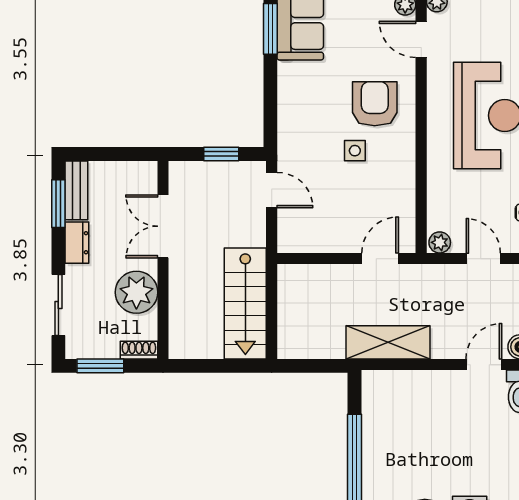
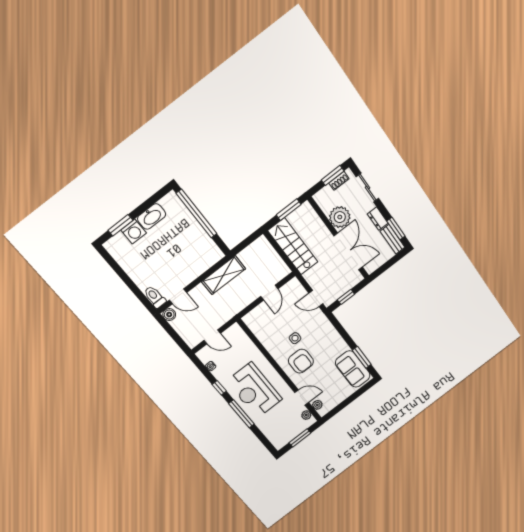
double door: (163, 226) -> (348, 251), width x1.37
plant: (440, 242) -> (234, 330), removed
door: (380, 259) -> (269, 293), moved
shoe rack: (139, 350) -> (339, 181), moved
door: (484, 365) -> (178, 296), hinge flipped
window: (209, 366) -> (289, 210), added

